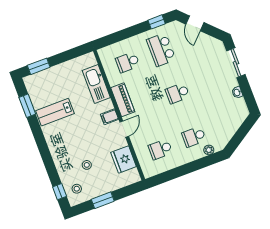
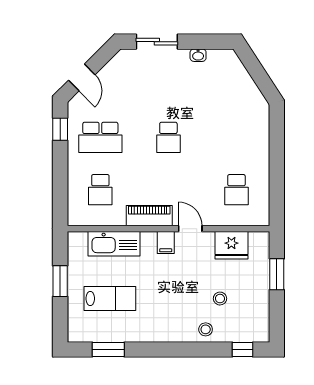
door: (195, 23) -> (82, 77), hinge flipped
window: (39, 66) -> (60, 281), moved
lab bench: (55, 112) -> (110, 299), moved, turned -90
school desk: (194, 137) -> (236, 137), removed
plant: (209, 150) -> (262, 124), removed
stool: (77, 189) -> (206, 329), moved
window: (103, 200) -> (277, 274), moved

